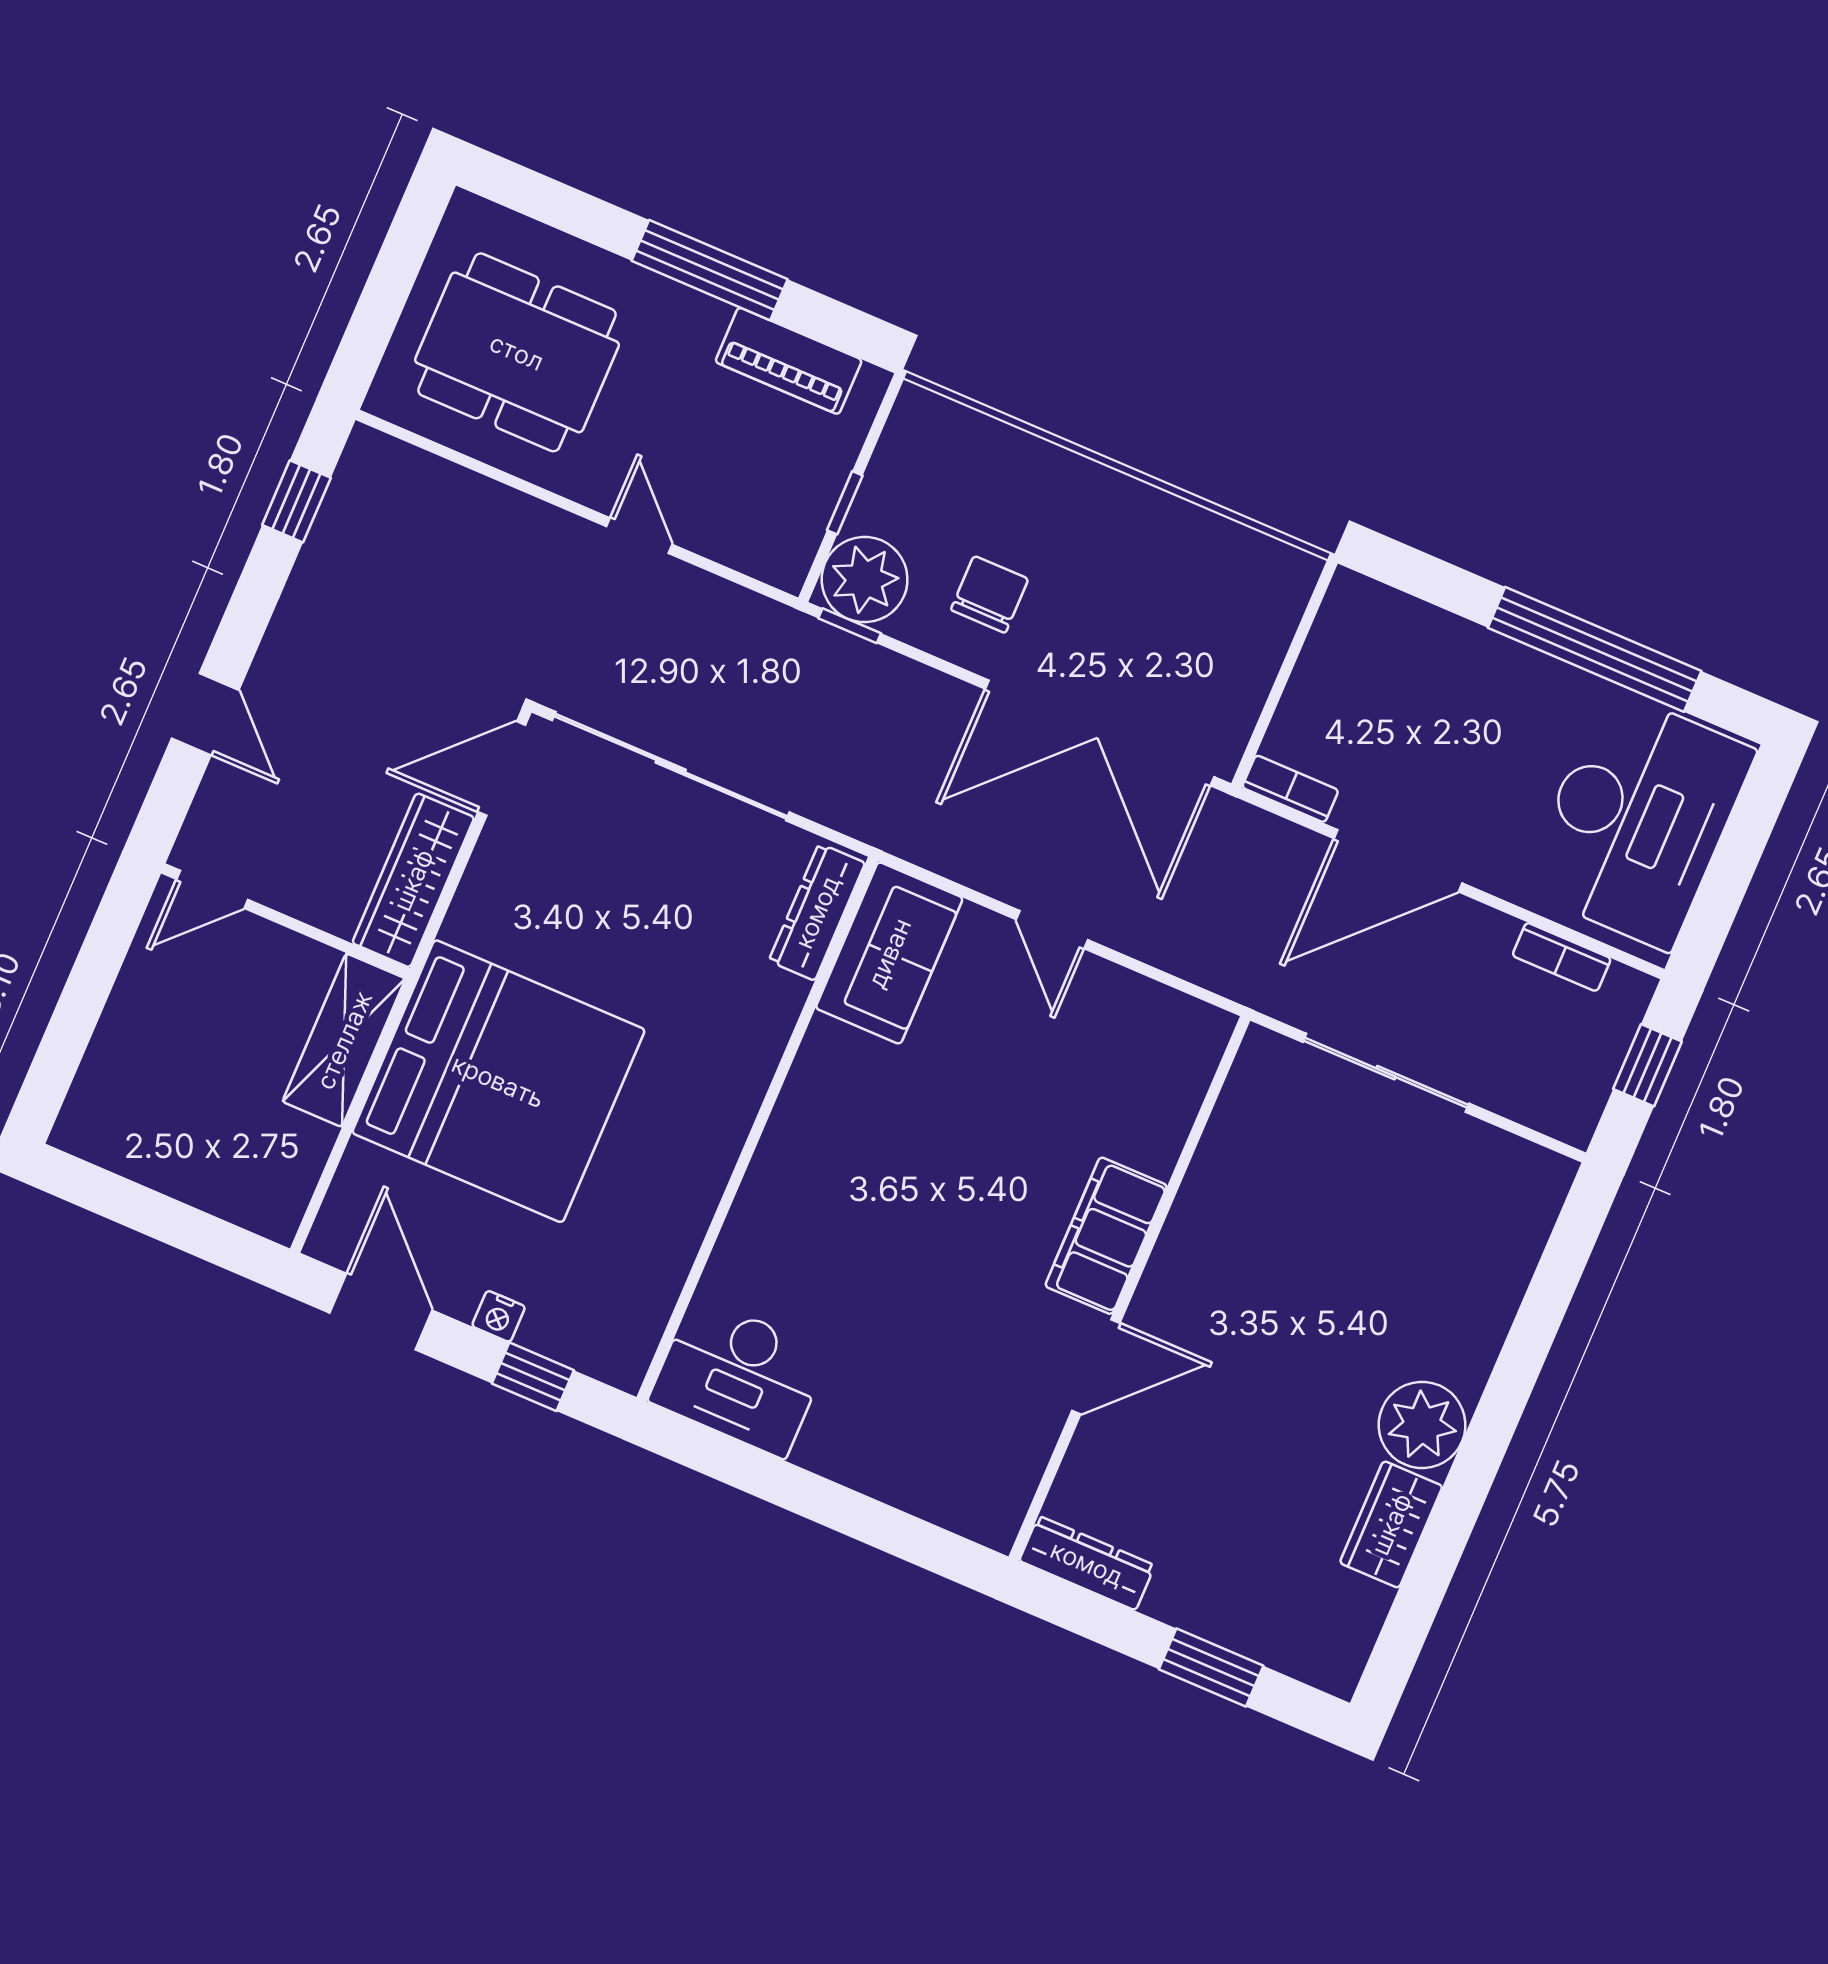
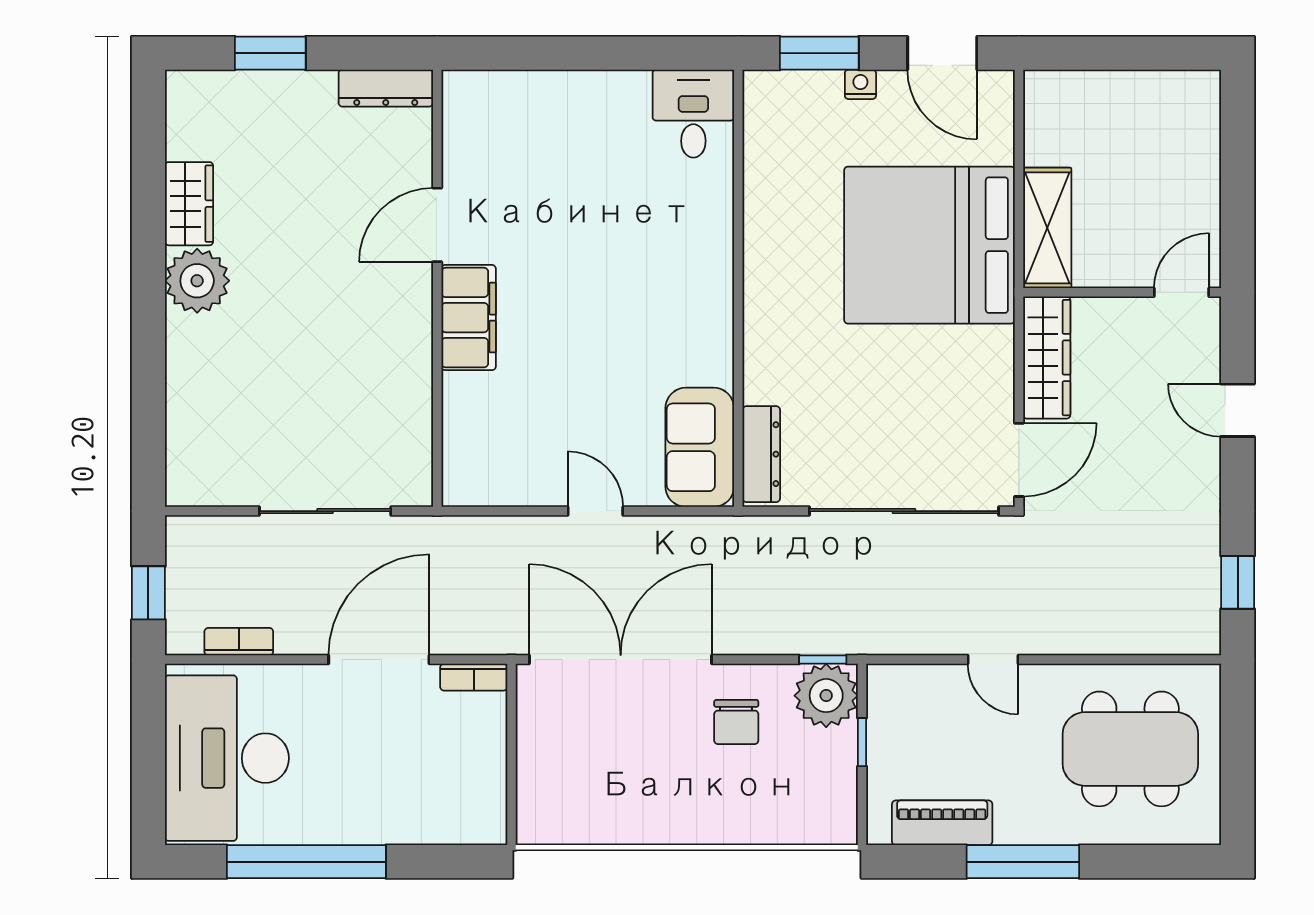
window: (533, 1377) -> (819, 53), width x1.50
desk: (739, 1377) -> (693, 114), width x0.73

